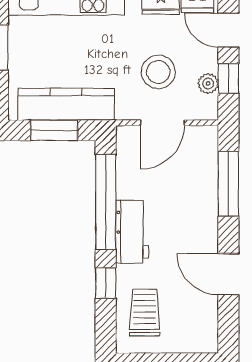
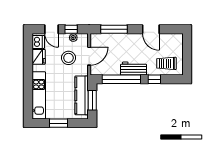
door: (228, 30) -> (51, 29), hinge flipped
door: (162, 123) -> (89, 56), hinge flipped
door: (228, 274) -> (151, 29), hinge flipped

